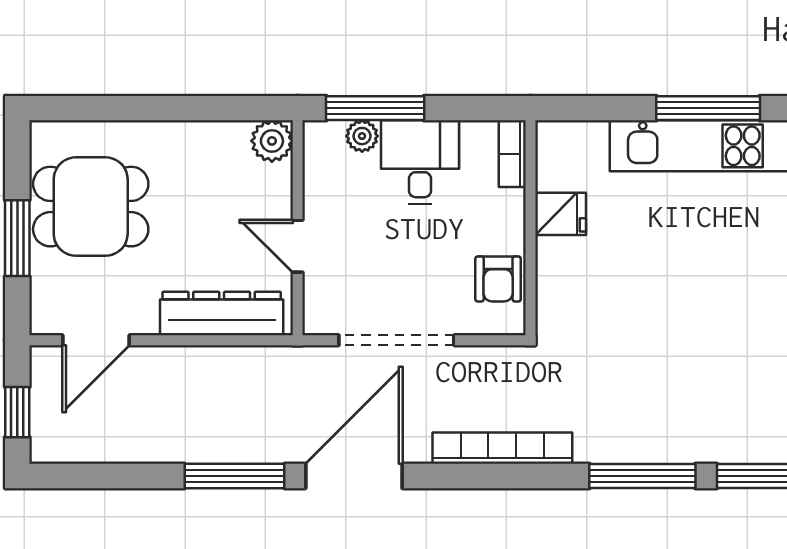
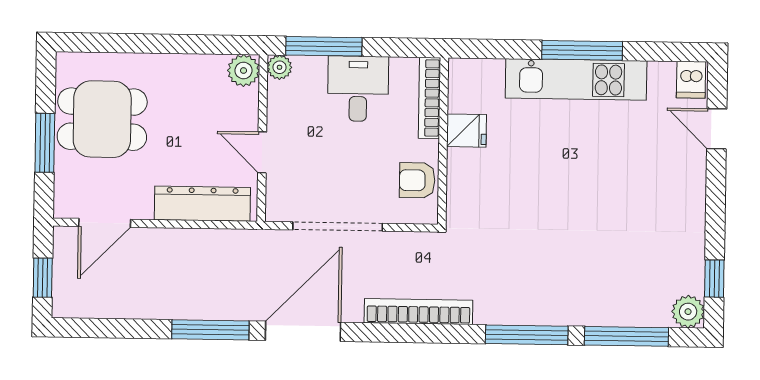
plant: (362, 136) -> (280, 67), moved
bookcase: (512, 154) -> (429, 98), width x1.56
armchair: (498, 279) -> (417, 180), turned 90

